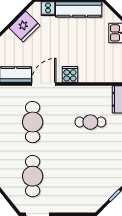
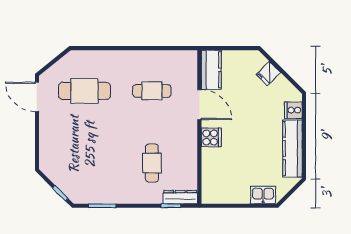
fridge: (24, 27) -> (268, 73), width x0.53, depth x0.75
cafe table: (33, 122) -> (152, 91), width x0.73, depth x0.74

